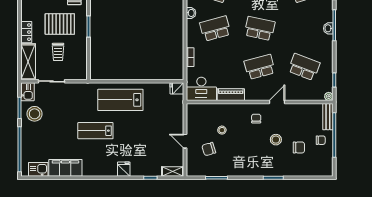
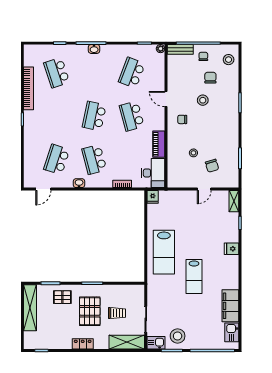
locker: (26, 32) -> (83, 344), moved
stool: (317, 166) -> (229, 60), added

